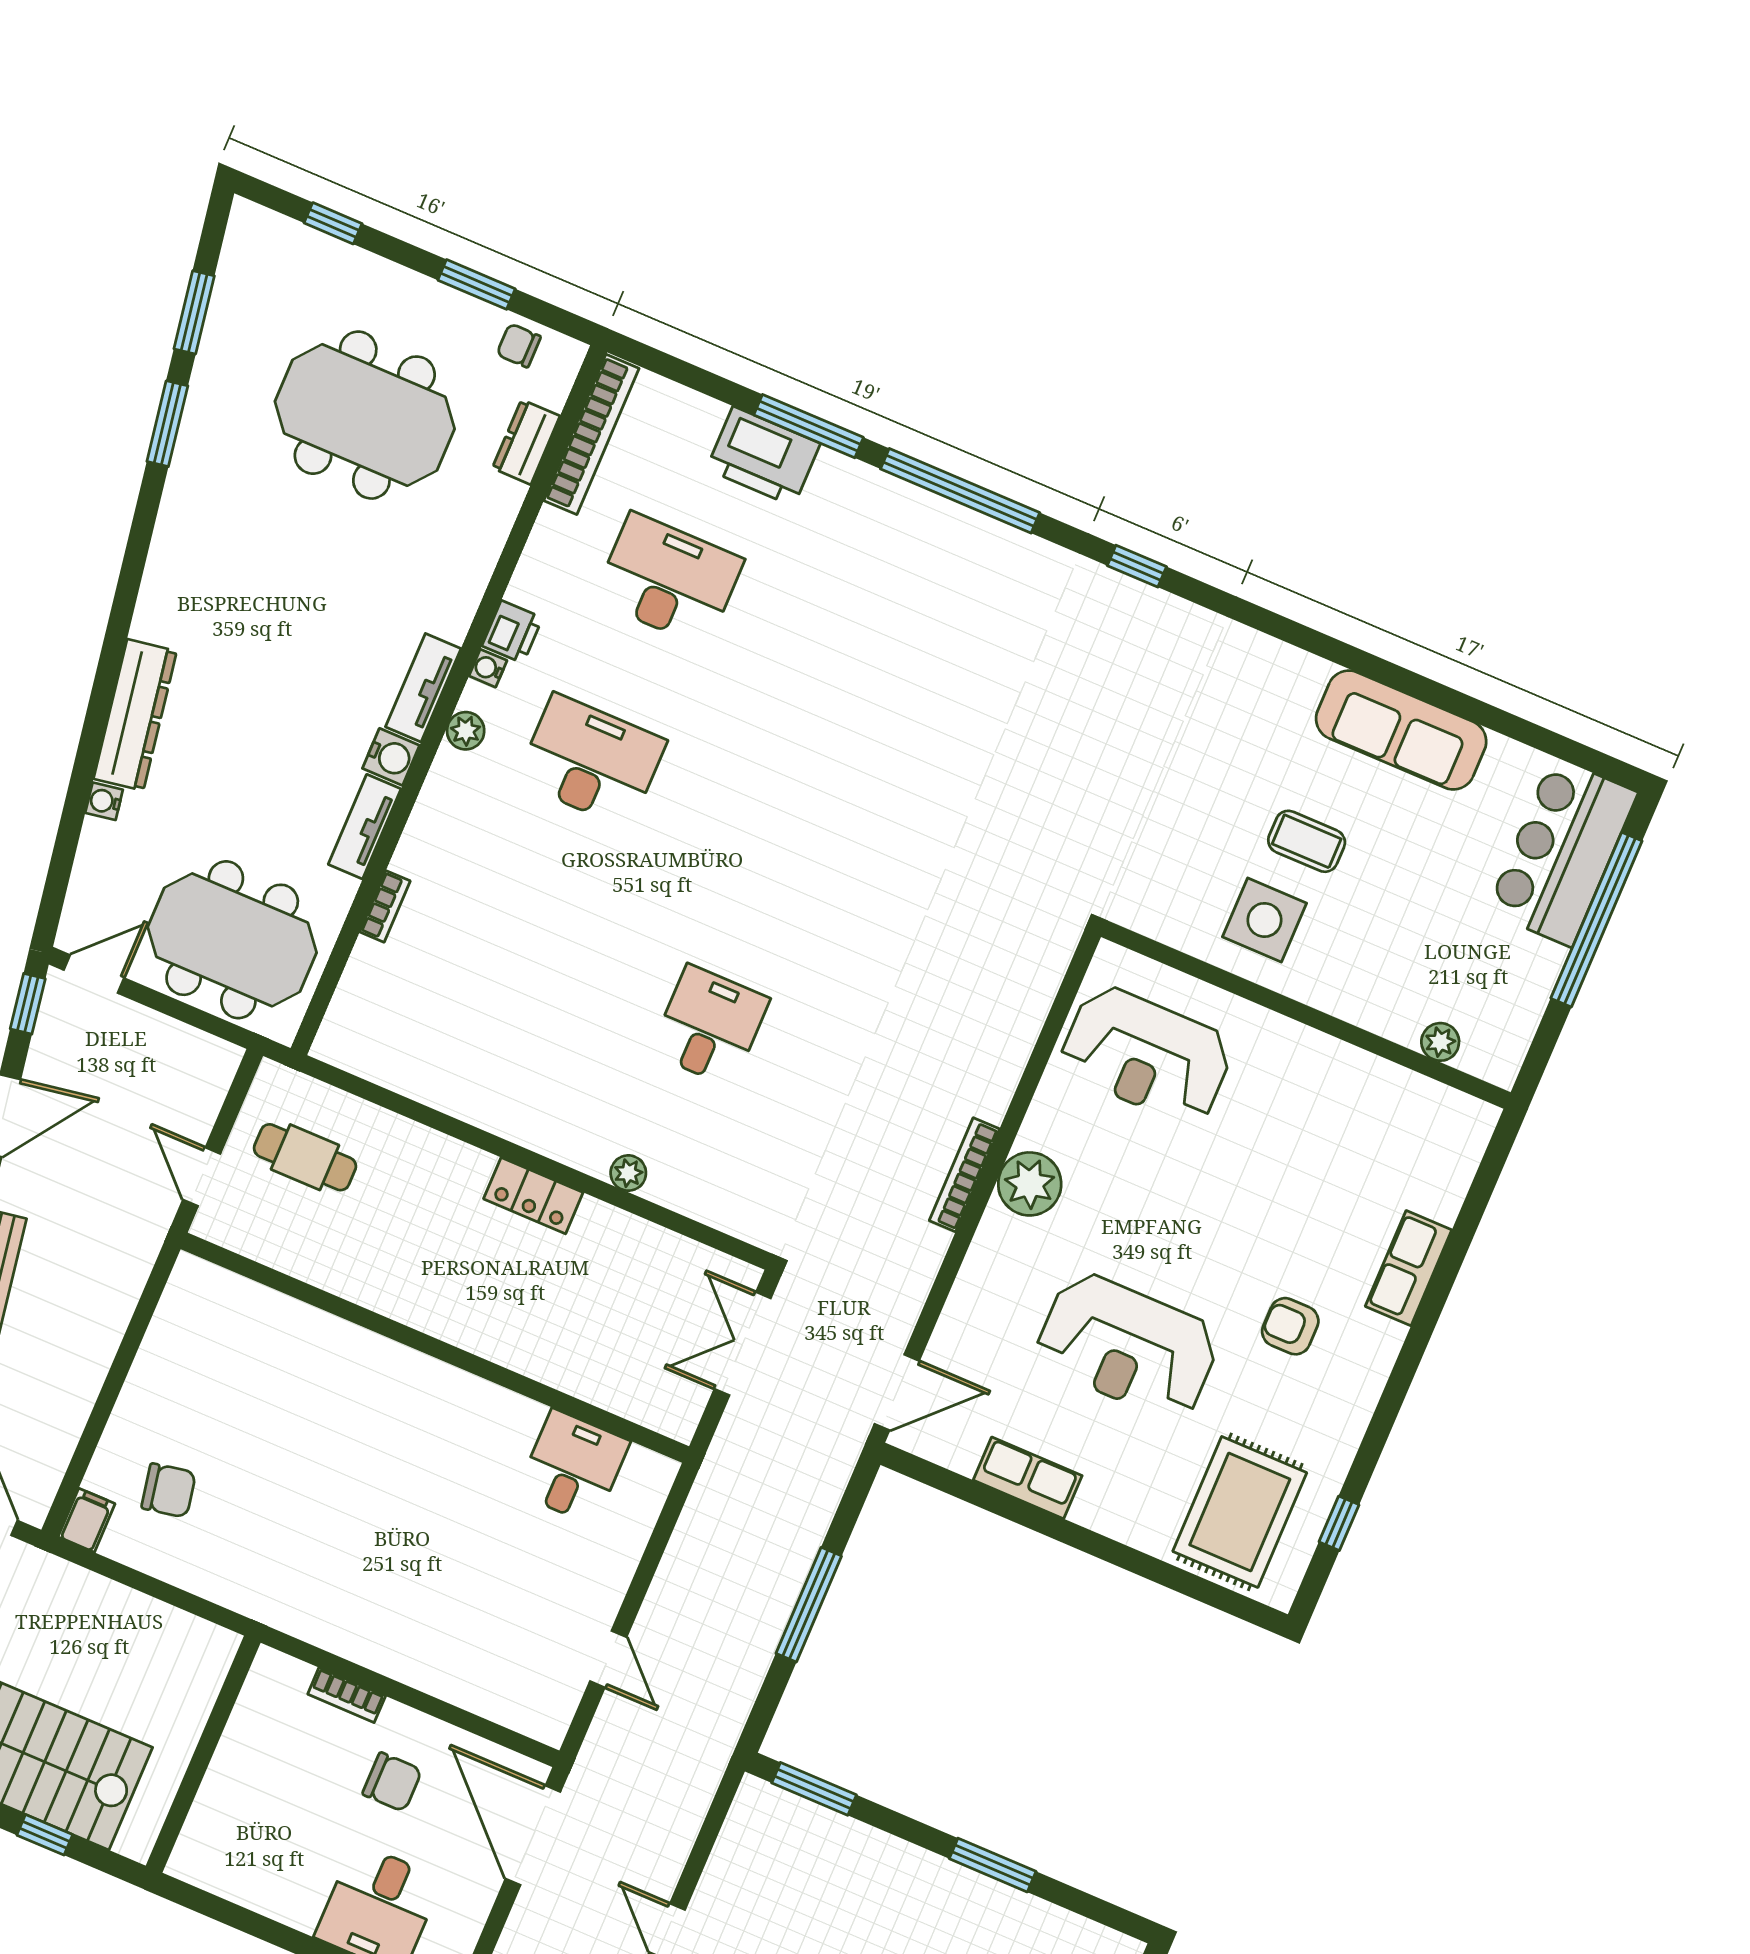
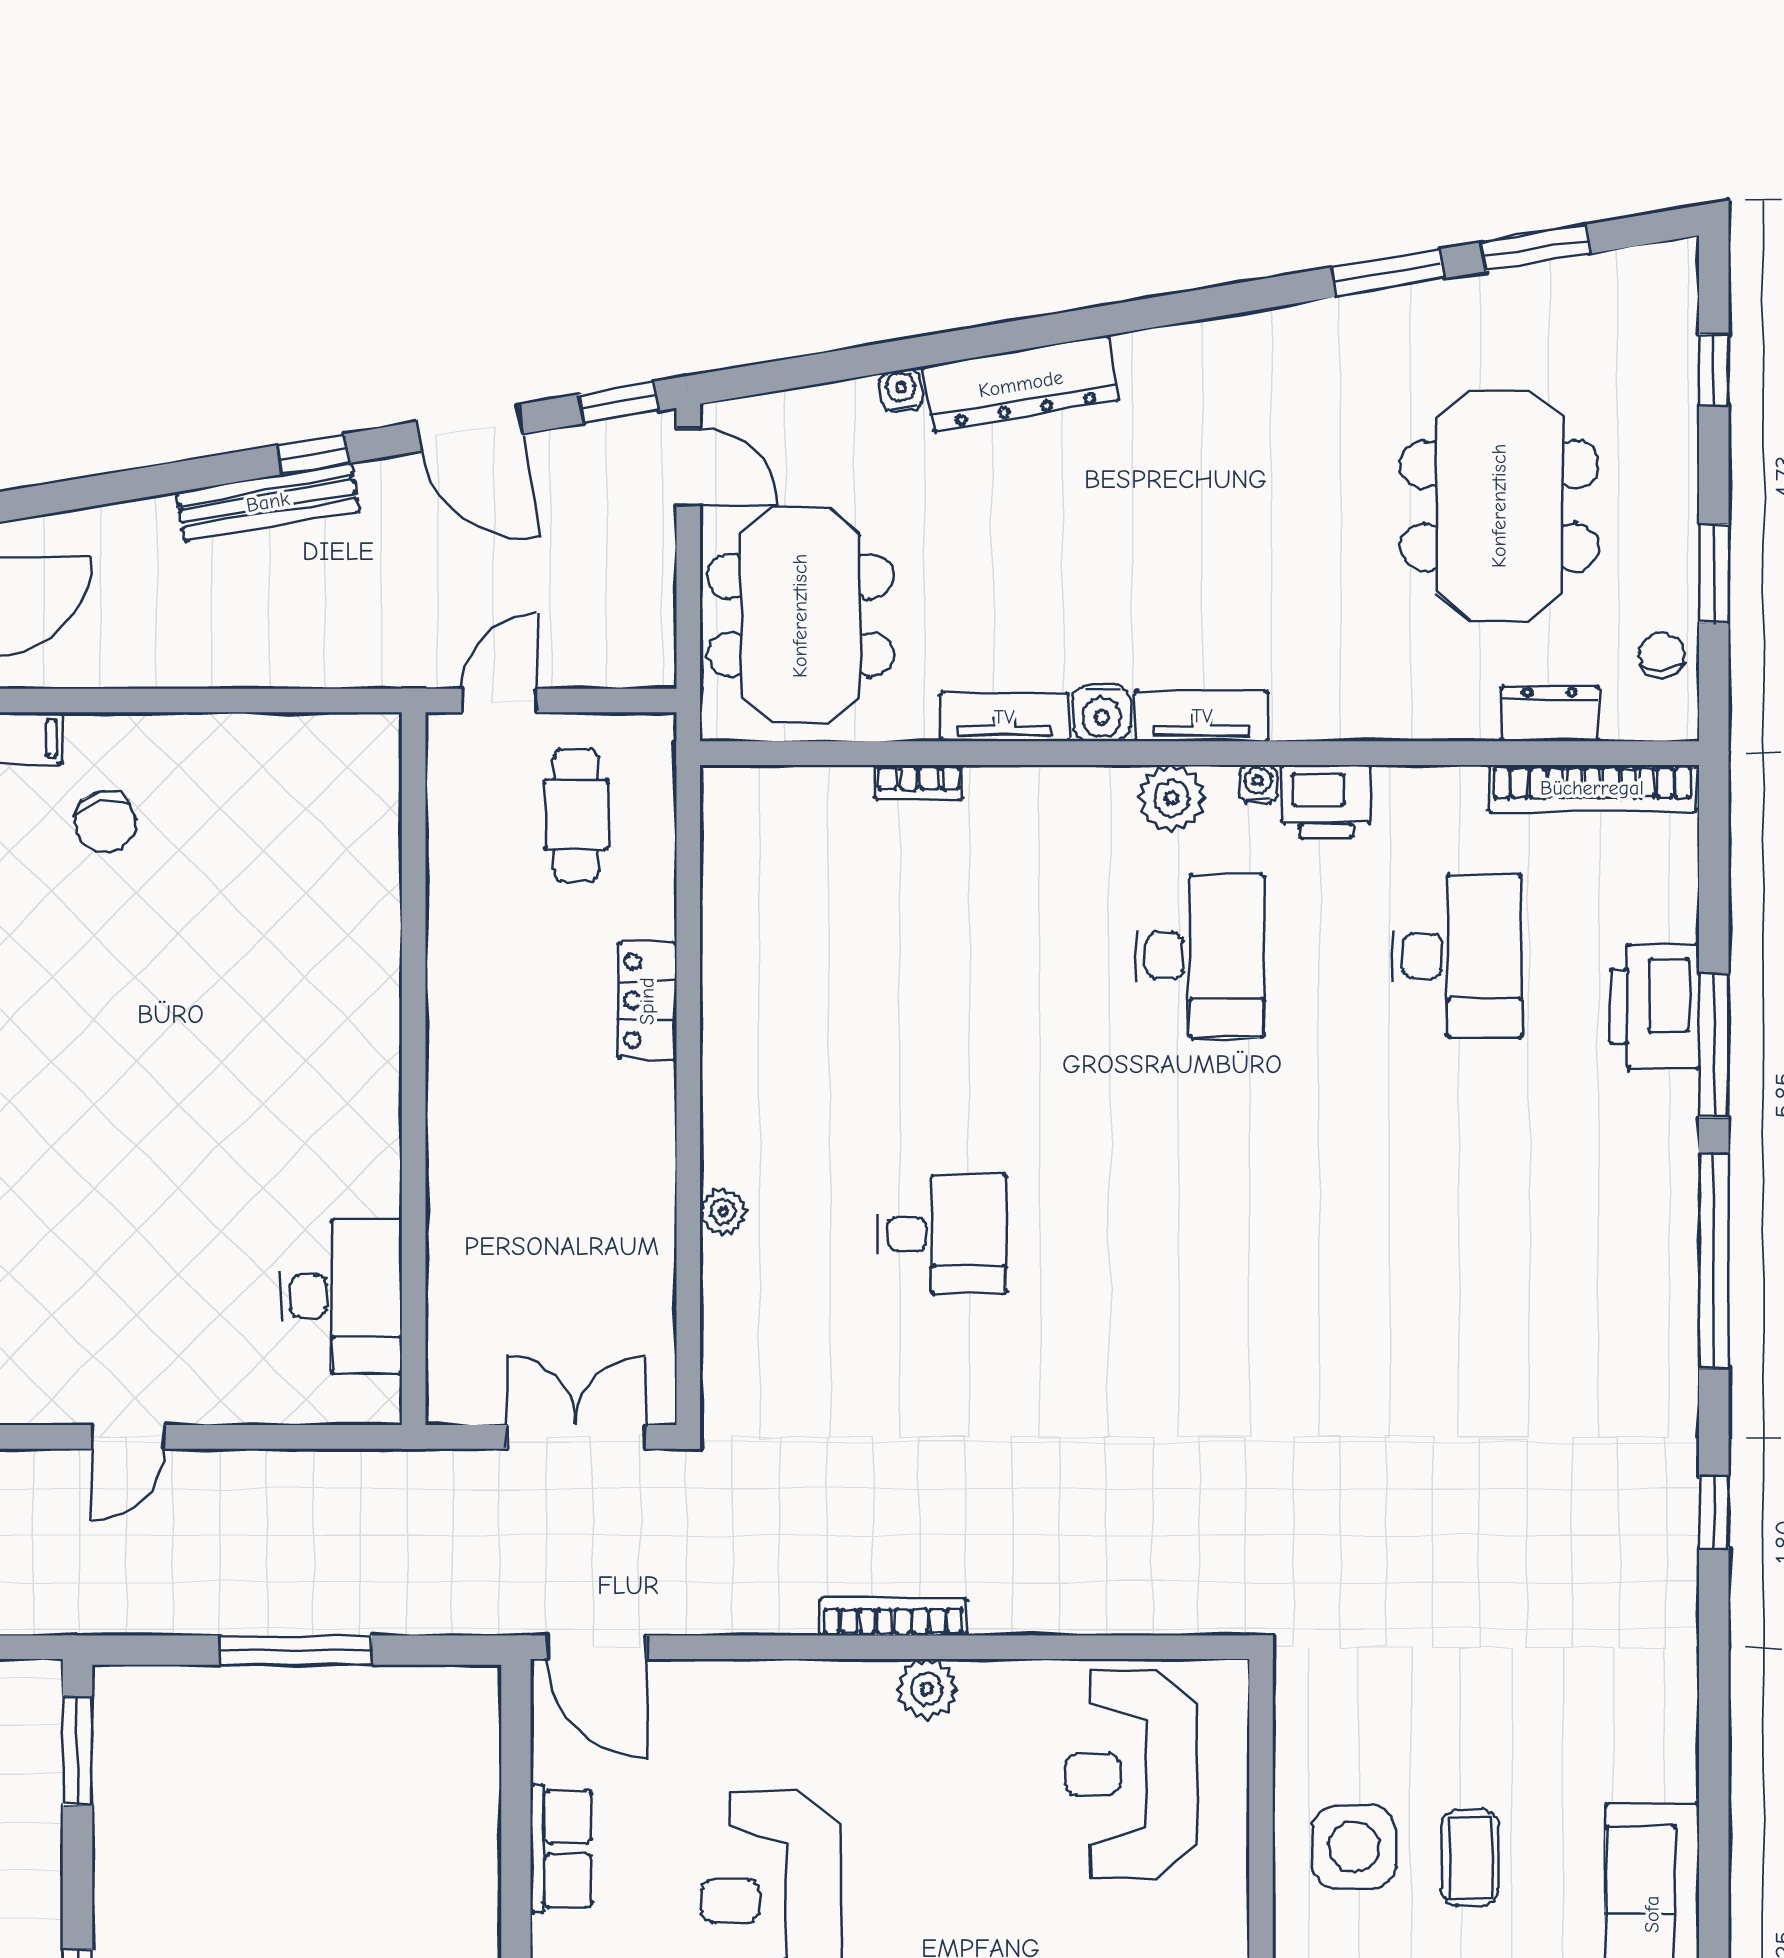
printer: (512, 632) -> (1326, 801), width x1.36, depth x1.24
plant: (466, 731) -> (1172, 798), width x1.38, depth x1.38
plant: (1030, 1184) -> (927, 1689), width x0.73, depth x0.73
locker: (533, 1196) -> (647, 1001), moved
desk: (573, 1467) -> (341, 1296), width x1.37

